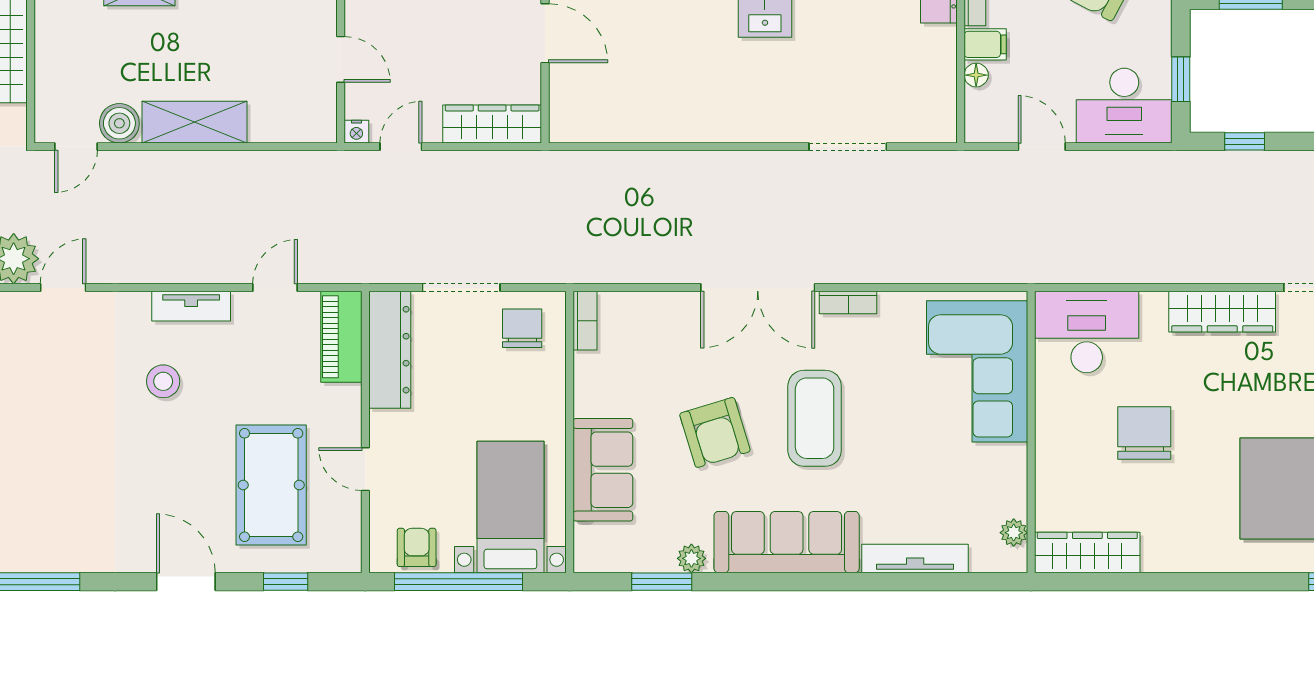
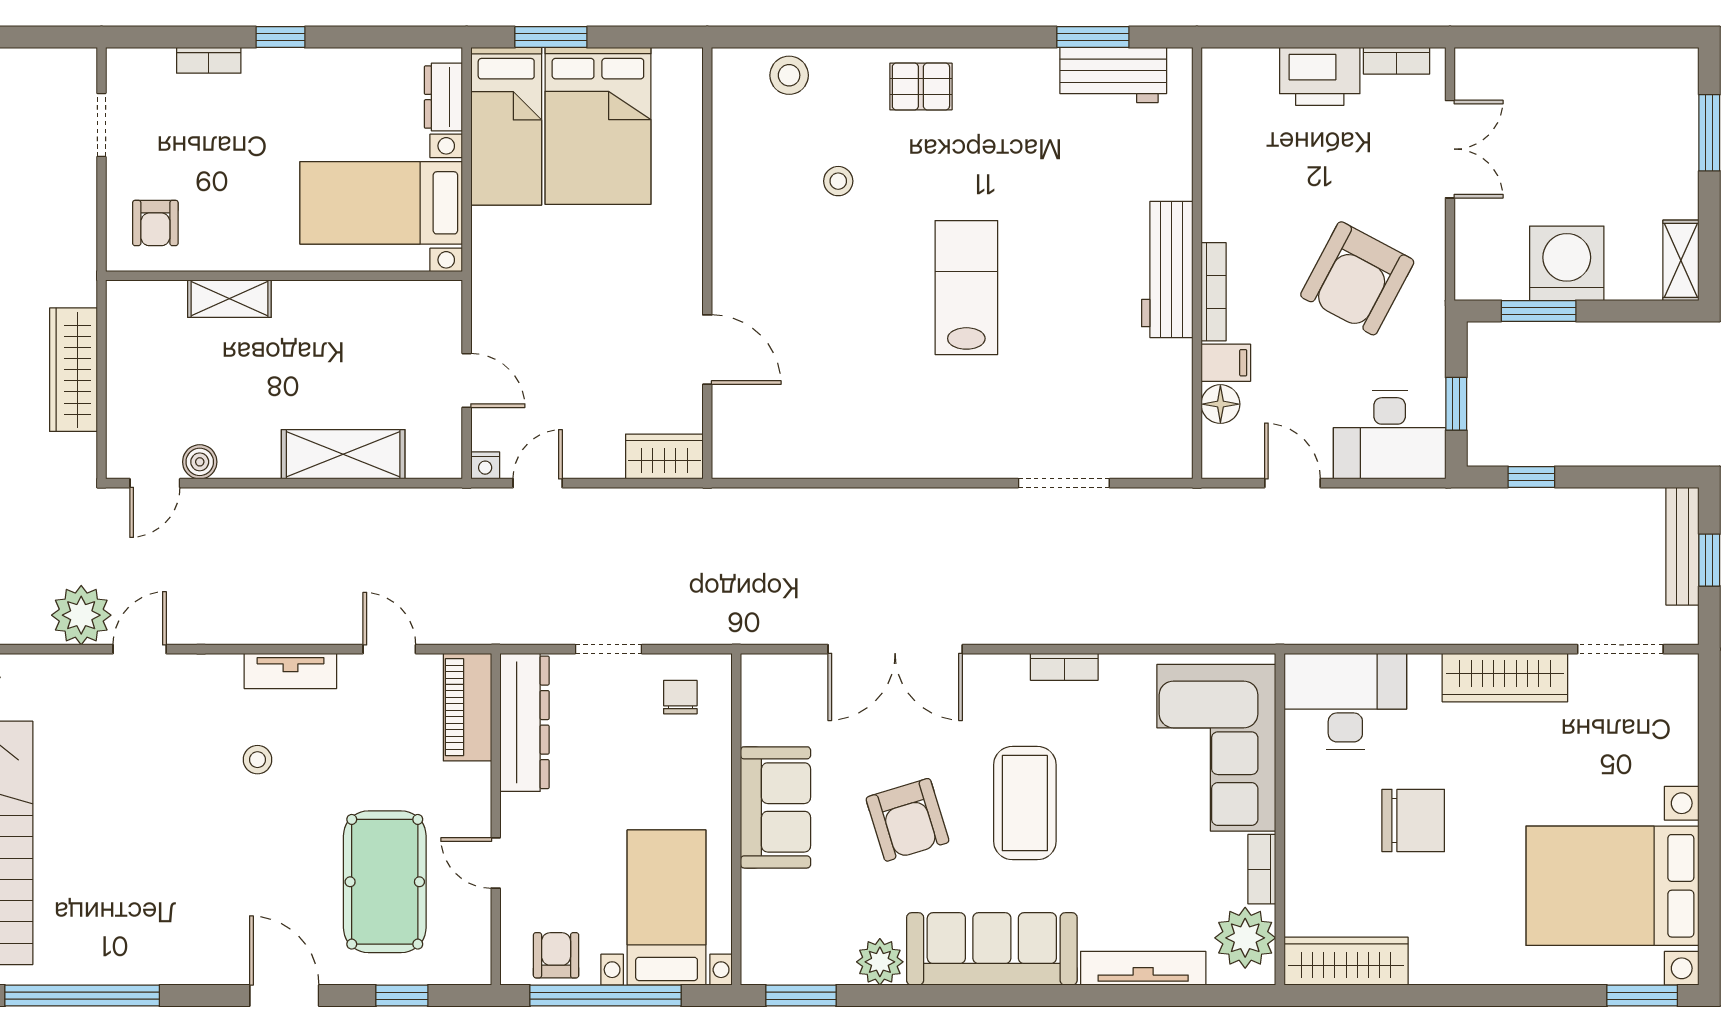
floor lamp: (976, 75) -> (1220, 404), width x1.37, depth x1.37
shelving: (194, 122) -> (343, 454), moved
boiler: (119, 123) -> (200, 462), width x0.73, depth x0.73
wardrobe: (492, 124) -> (664, 457), width x0.67
door: (275, 288) -> (389, 649), hinge flipped
doorway: (461, 288) -> (608, 649), width x0.73
double door: (758, 288) -> (895, 649), moved
bookcase: (585, 321) -> (1262, 869), moved, turned 180
chair: (522, 328) -> (680, 697), width x0.73, depth x0.73
stool: (163, 381) -> (257, 760), width x0.73, depth x0.73
chair: (1144, 433) -> (1413, 820), turned 90
sofa: (603, 470) -> (776, 807), moved
plant: (1014, 533) -> (1245, 938), width x1.87, depth x1.87
plant: (691, 558) -> (880, 962), width x1.38, depth x1.38
window: (662, 582) -> (801, 996), moved

